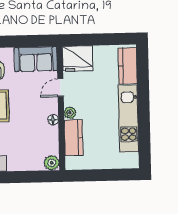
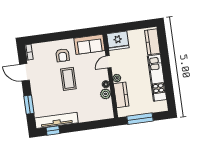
plant: (52, 163) -> (106, 94), moved
window: (97, 175) -> (140, 119), added

